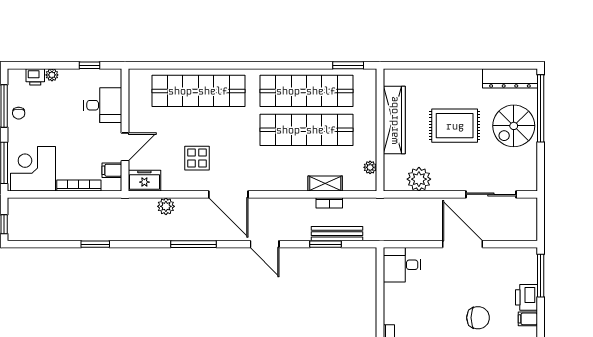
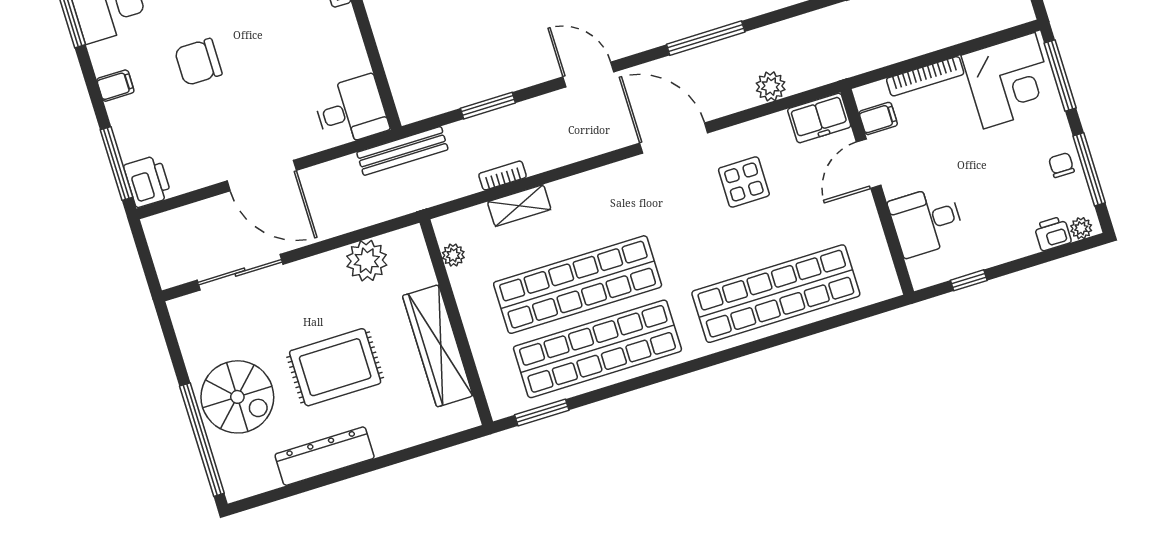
plant: (52, 75) -> (1081, 228), moved
dresser: (510, 78) -> (325, 456), moved
spiral stairs: (514, 126) -> (237, 397), turned 90
bench: (337, 234) -> (402, 151), moved
printer: (526, 297) -> (148, 181), moved

